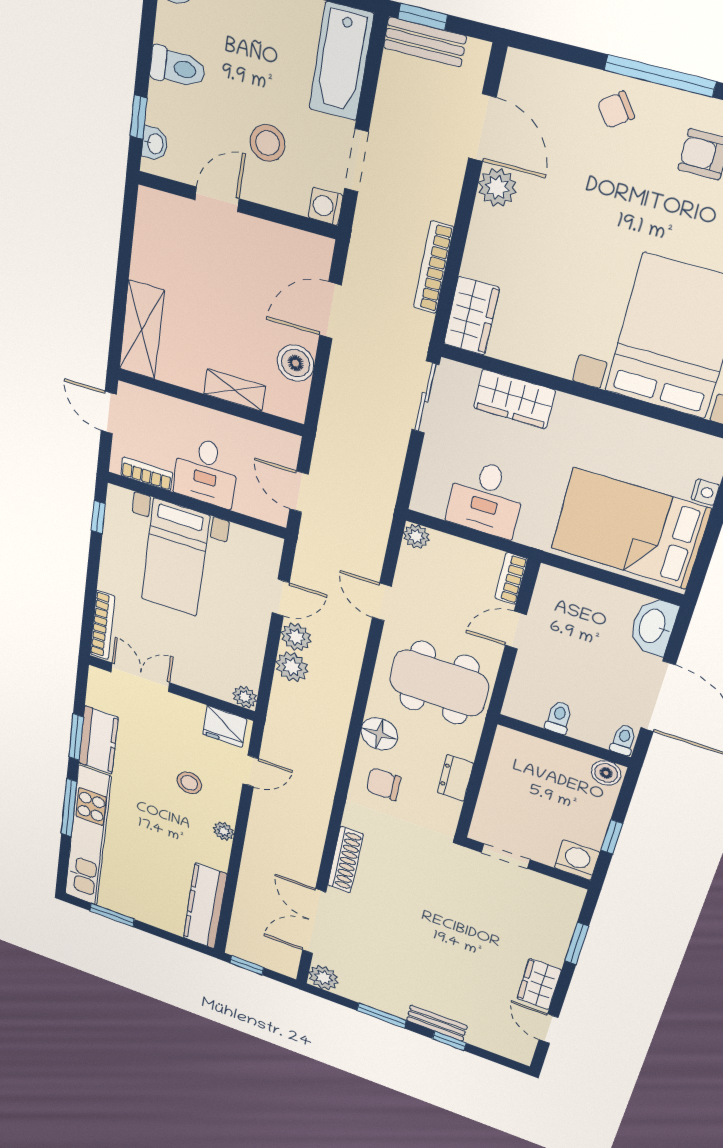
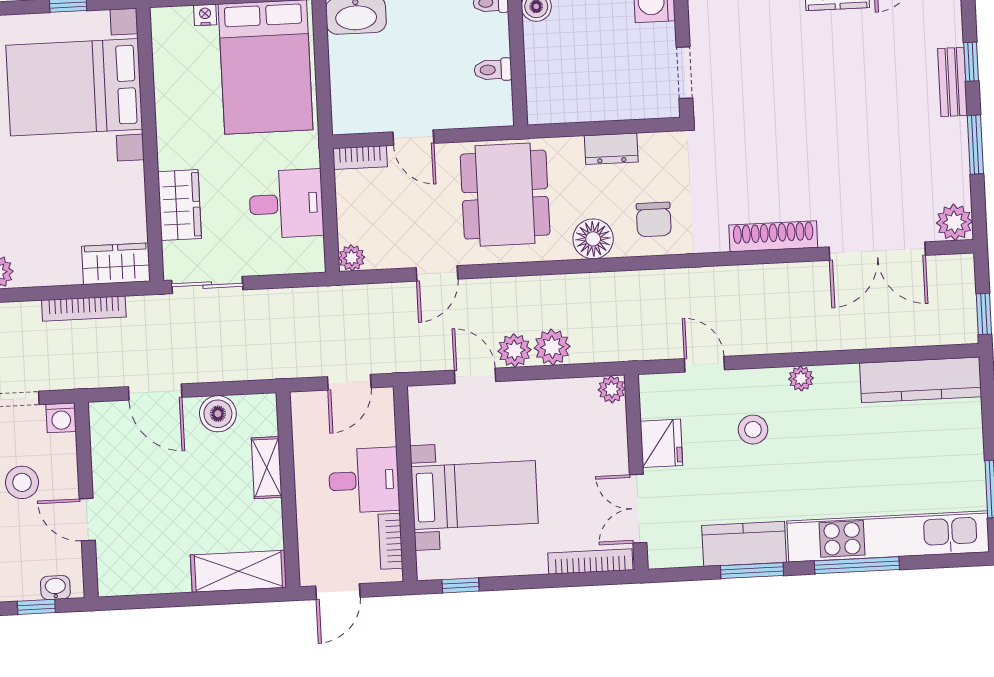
fridge: (225, 727) -> (661, 443), moved

